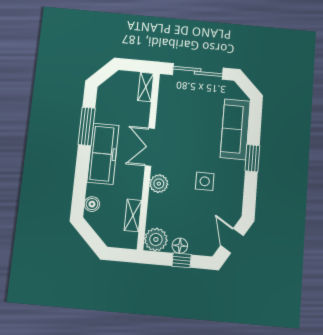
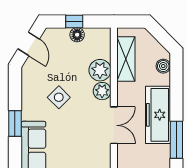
side table: (205, 181) -> (59, 97), turned 45
shelving: (133, 215) -> (126, 59), width x1.50, depth x1.33
plant: (156, 239) -> (100, 70), moved

